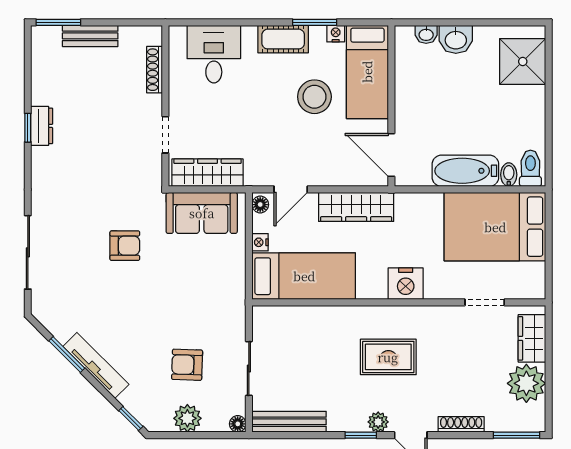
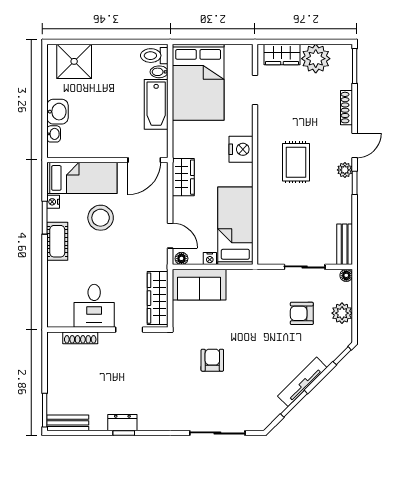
bench: (90, 36) -> (68, 423), moved, turned 90
desk: (214, 54) -> (94, 306), moved, turned -90
wardrobe: (356, 207) -> (183, 177), width x0.67
sofa: (202, 213) -> (199, 285), moved, turned 90
armchair: (187, 365) -> (302, 313), turned 88
bench: (289, 422) -> (345, 244), width x0.73

